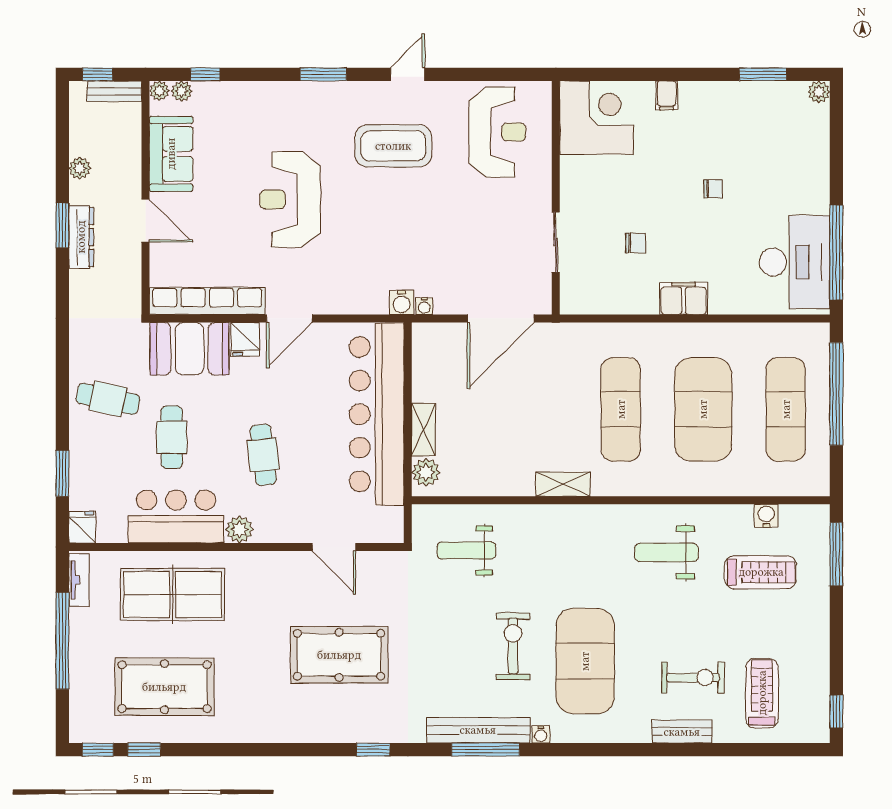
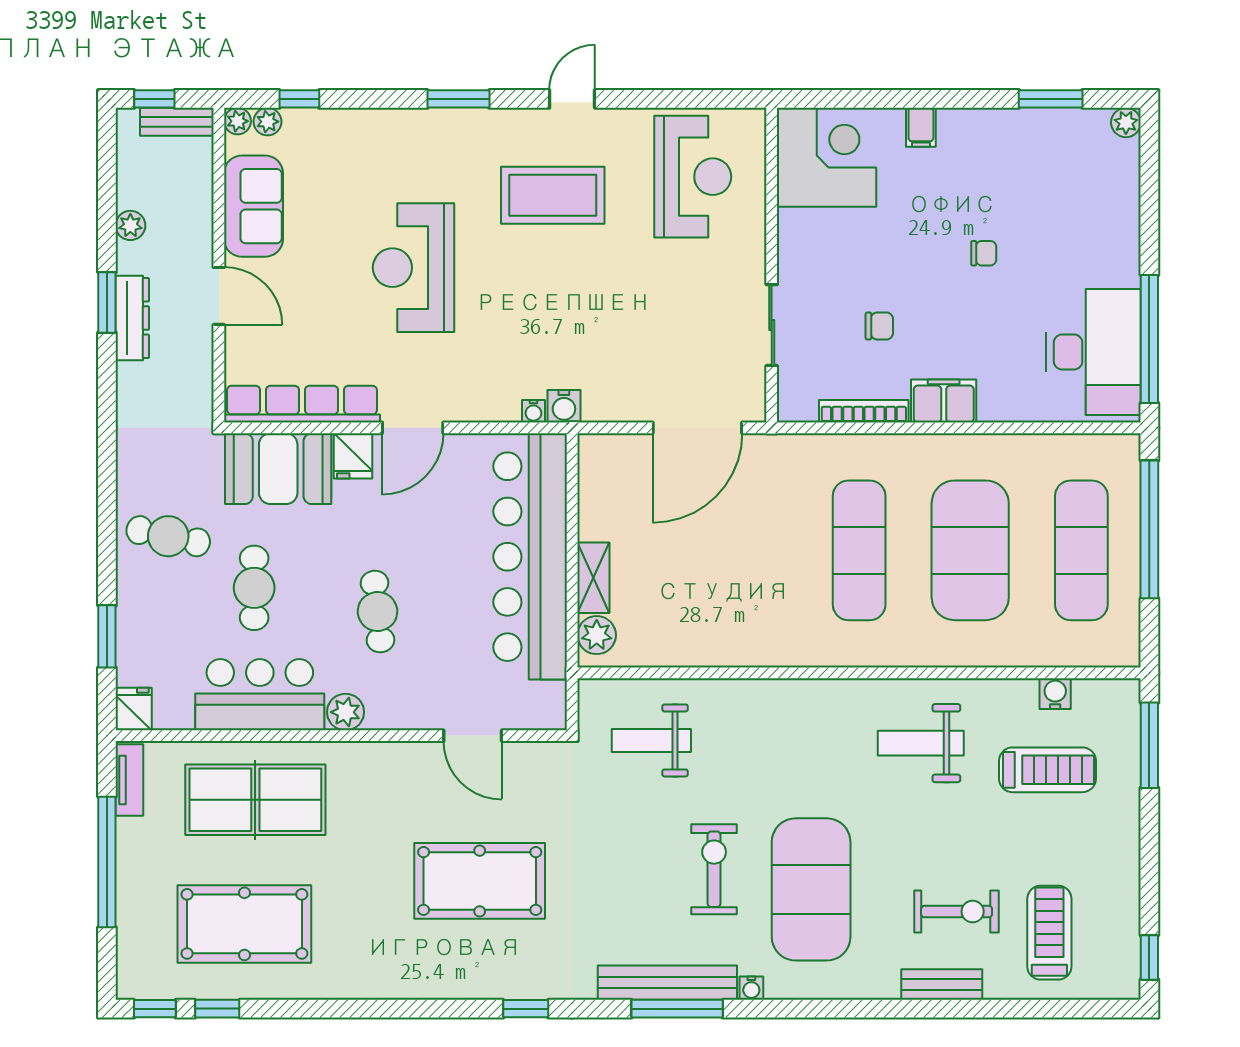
water cooler: (424, 306) -> (533, 411), moved
bookcase: (624, 306) -> (864, 411), added
shelving: (563, 484) -> (781, 651), removed

